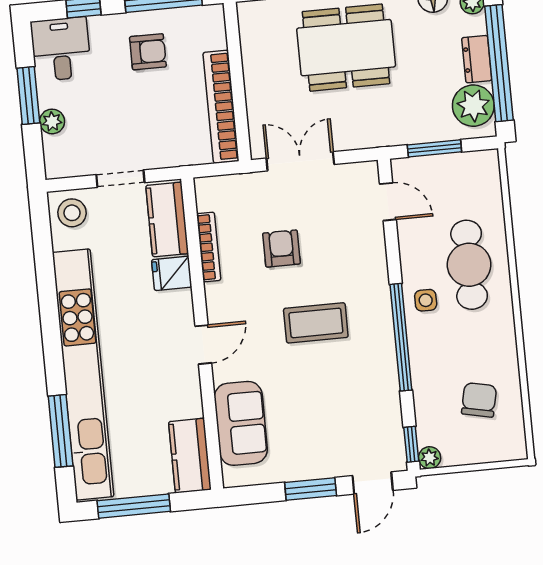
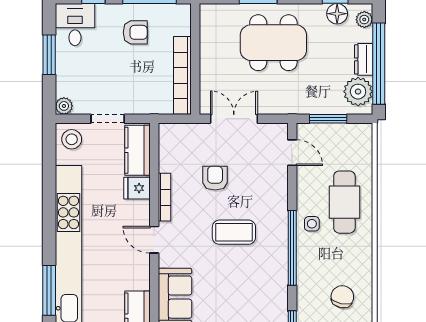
plant: (52, 121) -> (64, 106), moved
bookcase: (209, 247) -> (164, 197), moved
door: (203, 345) -> (154, 240), swing flipped

